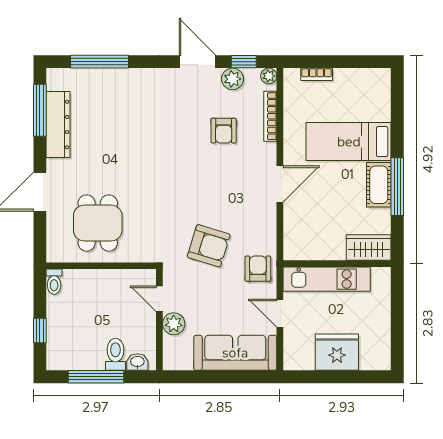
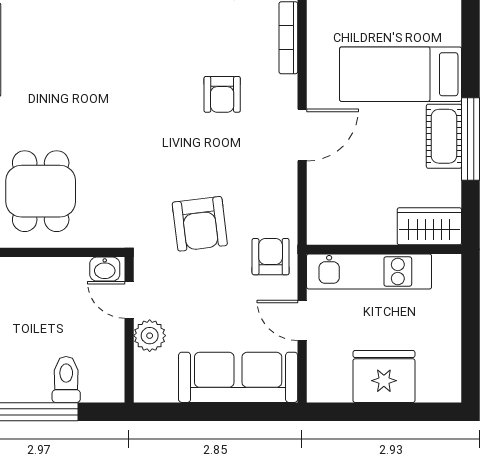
armchair: (224, 131) -> (222, 94), moved
armchair: (209, 246) -> (200, 224), turned 66
washbasin: (137, 362) -> (105, 269), moved, turned 180

